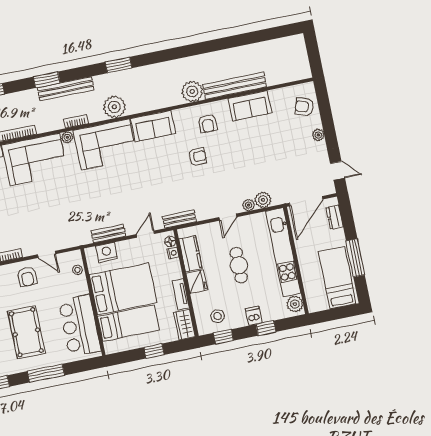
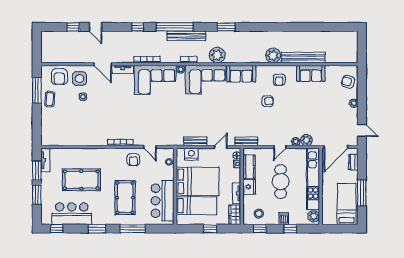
window: (47, 80) -> (175, 27), width x2.11
cafe table: (239, 265) -> (281, 182), width x1.37, depth x1.35

